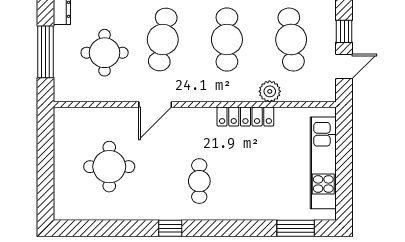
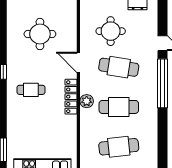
plant: (270, 91) -> (87, 101), moved
locker: (245, 117) -> (71, 97), moved

